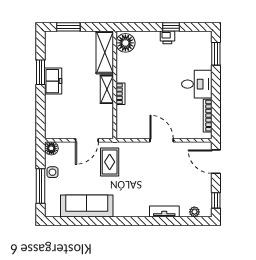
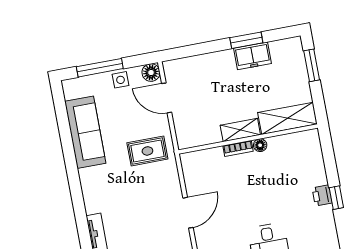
floor lamp: (125, 43) -> (260, 145), moved, width x0.53, depth x0.53
freezer: (53, 81) -> (253, 56), moved
door: (87, 140) -> (167, 98), moved

